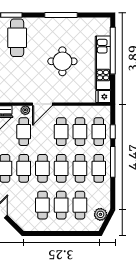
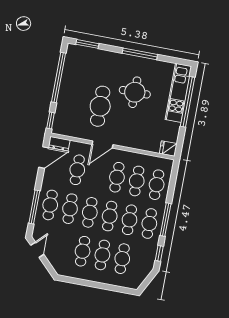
cafe table: (17, 38) -> (100, 106), moved
round table: (62, 61) -> (135, 92), moved
kitchen unit: (103, 63) -> (178, 93), moved
plant: (25, 110) -> (83, 147), removed
window: (113, 132) -> (159, 253), moved
plant: (100, 214) -> (142, 273), removed

